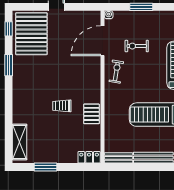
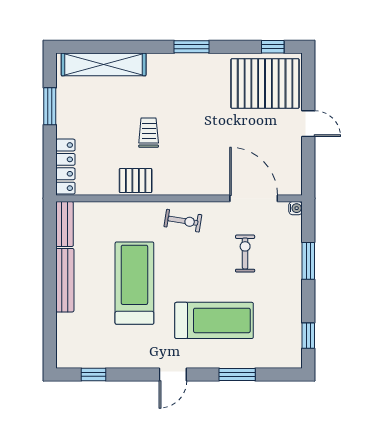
window: (9, 65) -> (192, 47), moved
exercise bike: (116, 72) -> (183, 221), moved
shelving: (20, 142) -> (104, 64), width x1.47
locker: (89, 157) -> (65, 167), width x1.53

